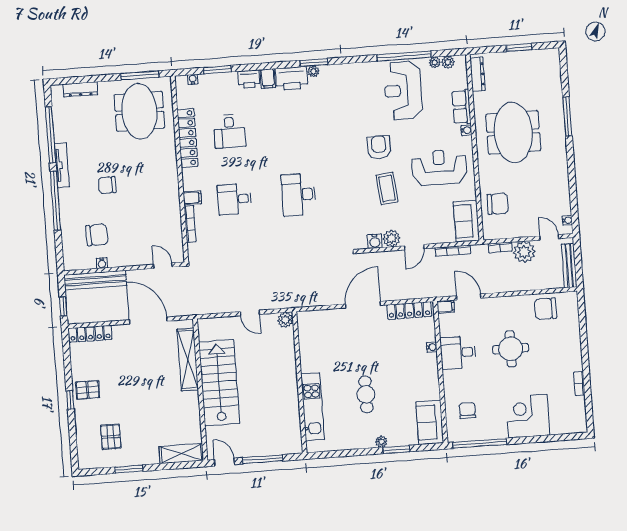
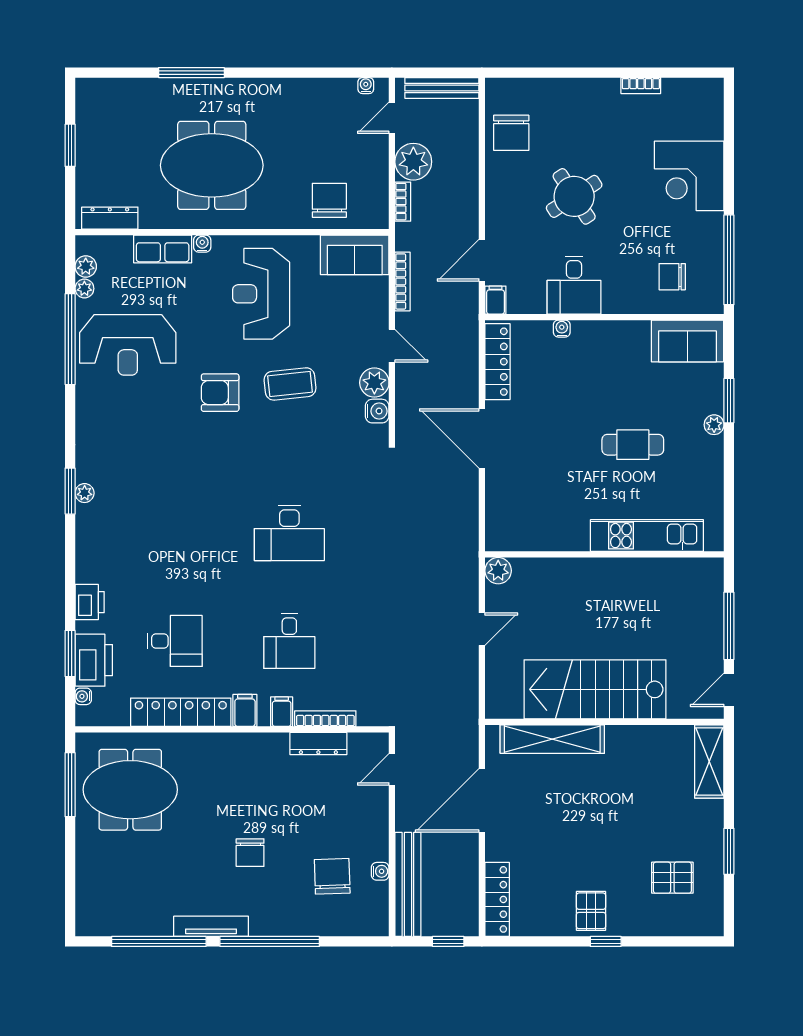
printer: (292, 78) -> (94, 660), moved
filing cabinet: (268, 79) -> (245, 710), moved, turned -90
dresser: (80, 89) -> (318, 744), moved, turned 90
round table: (511, 349) -> (574, 196), turned -33

